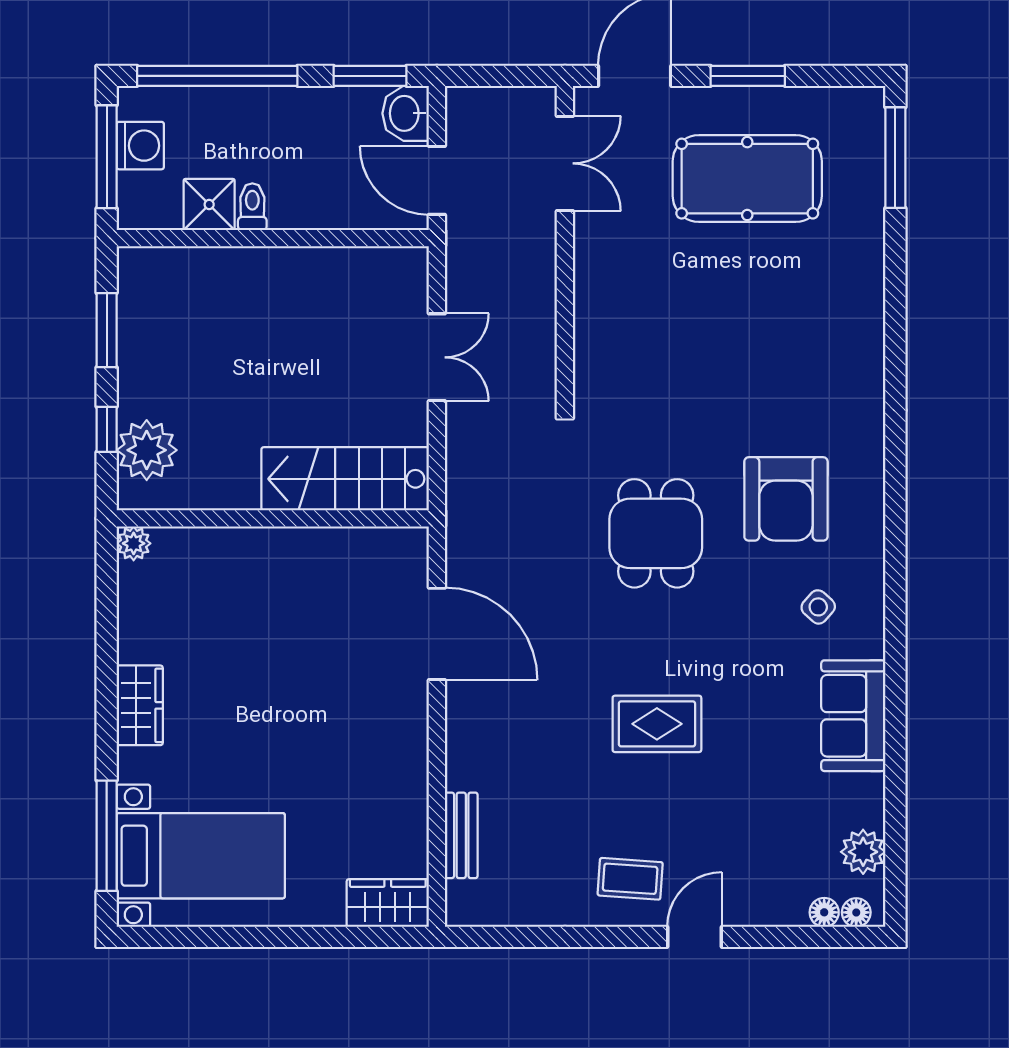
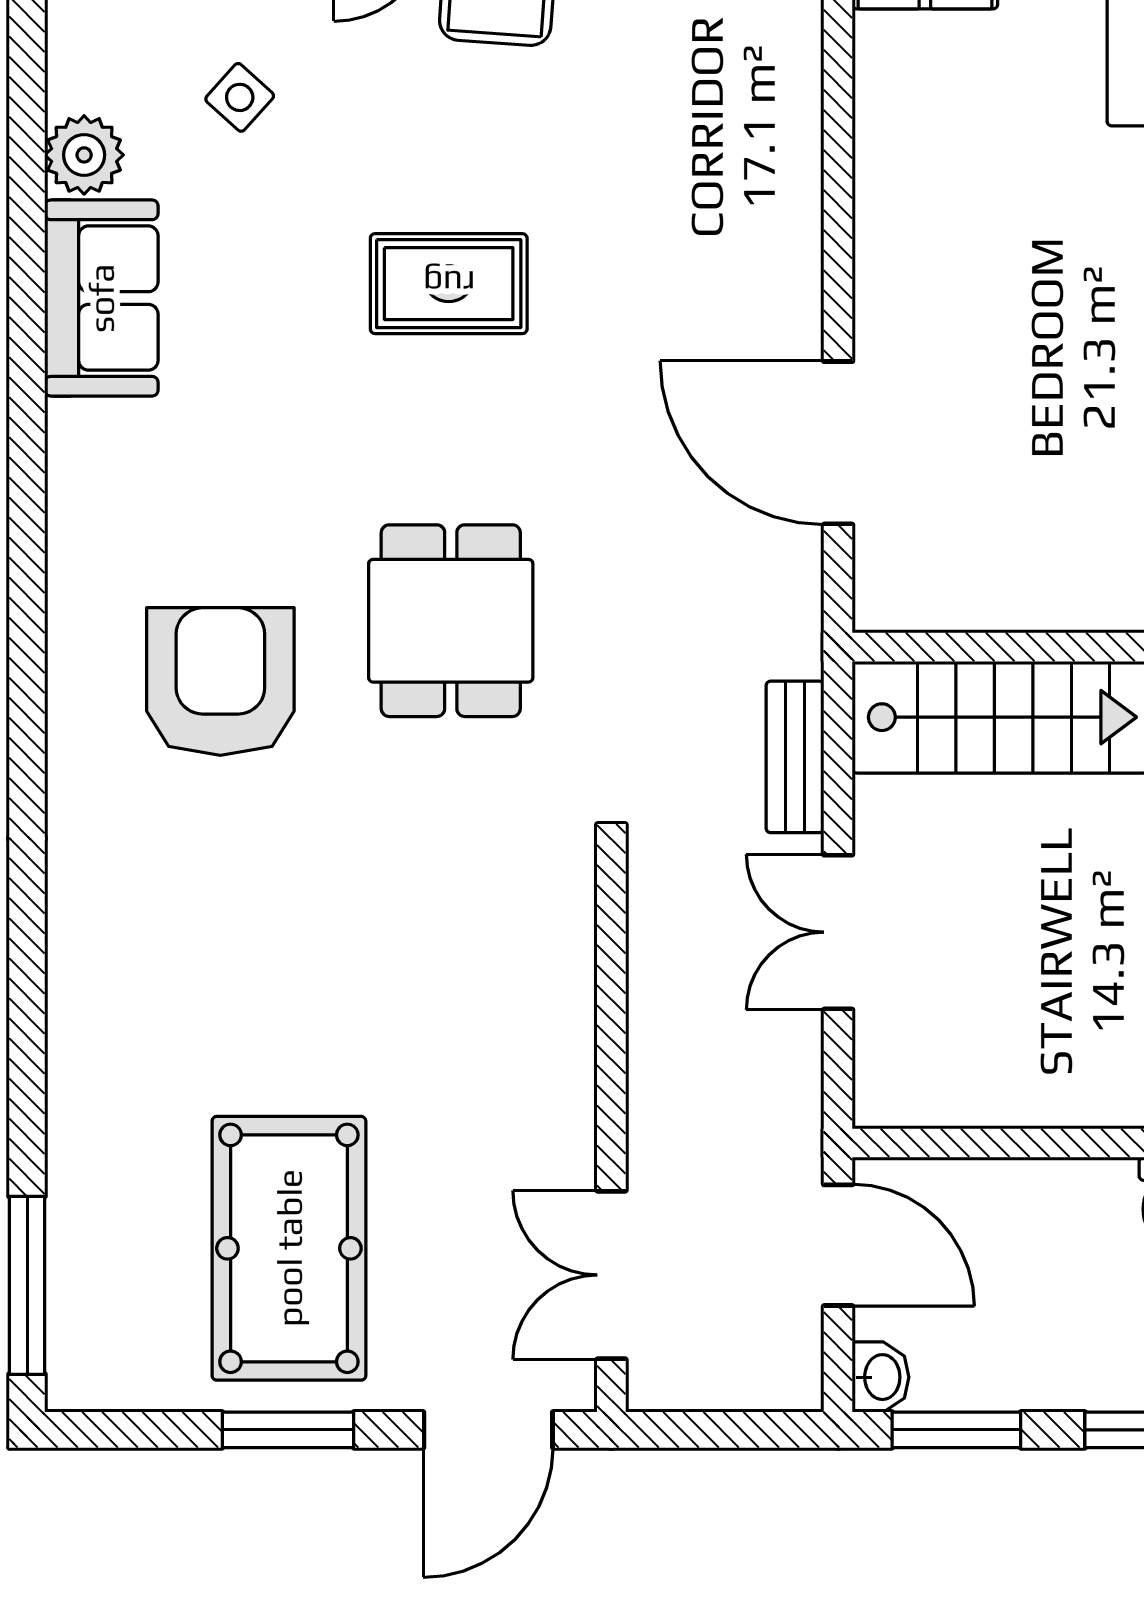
washbasin: (406, 113) -> (881, 1377), width x0.72, depth x0.69
pool table: (747, 179) -> (289, 1248), turned 90
side table: (818, 607) -> (240, 97), moved
bench: (461, 835) -> (795, 757), moved
plant: (863, 852) -> (84, 155), moved

